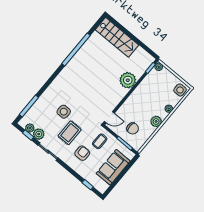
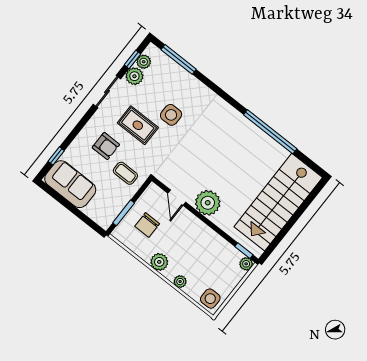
stairs: (117, 37) -> (278, 202), width x1.36, depth x1.51
plant: (128, 80) -> (208, 203), moved
door: (109, 117) -> (177, 198), moved
sofa: (113, 167) -> (70, 184), moved

